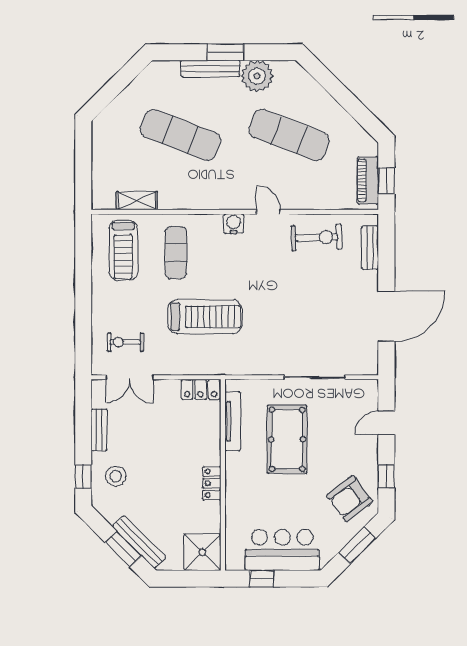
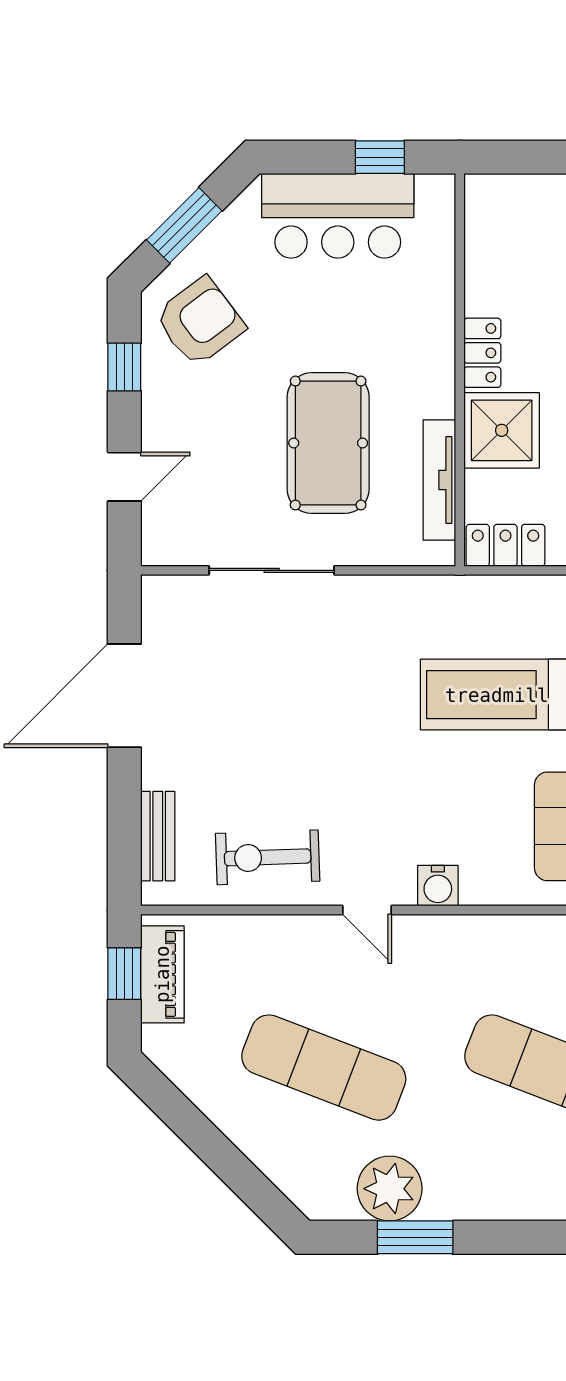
window: (225, 52) -> (415, 1237), moved
bench: (210, 69) -> (486, 1204), removed
shower: (202, 552) -> (502, 430), moved

